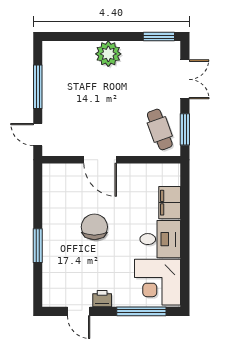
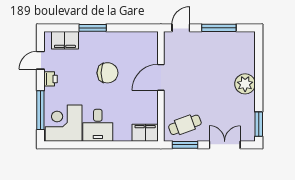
double door: (185, 79) -> (225, 145), swing flipped
filing cabinet: (170, 203) -> (145, 133), moved
filing cabinet: (53, 280) -> (65, 40), added

